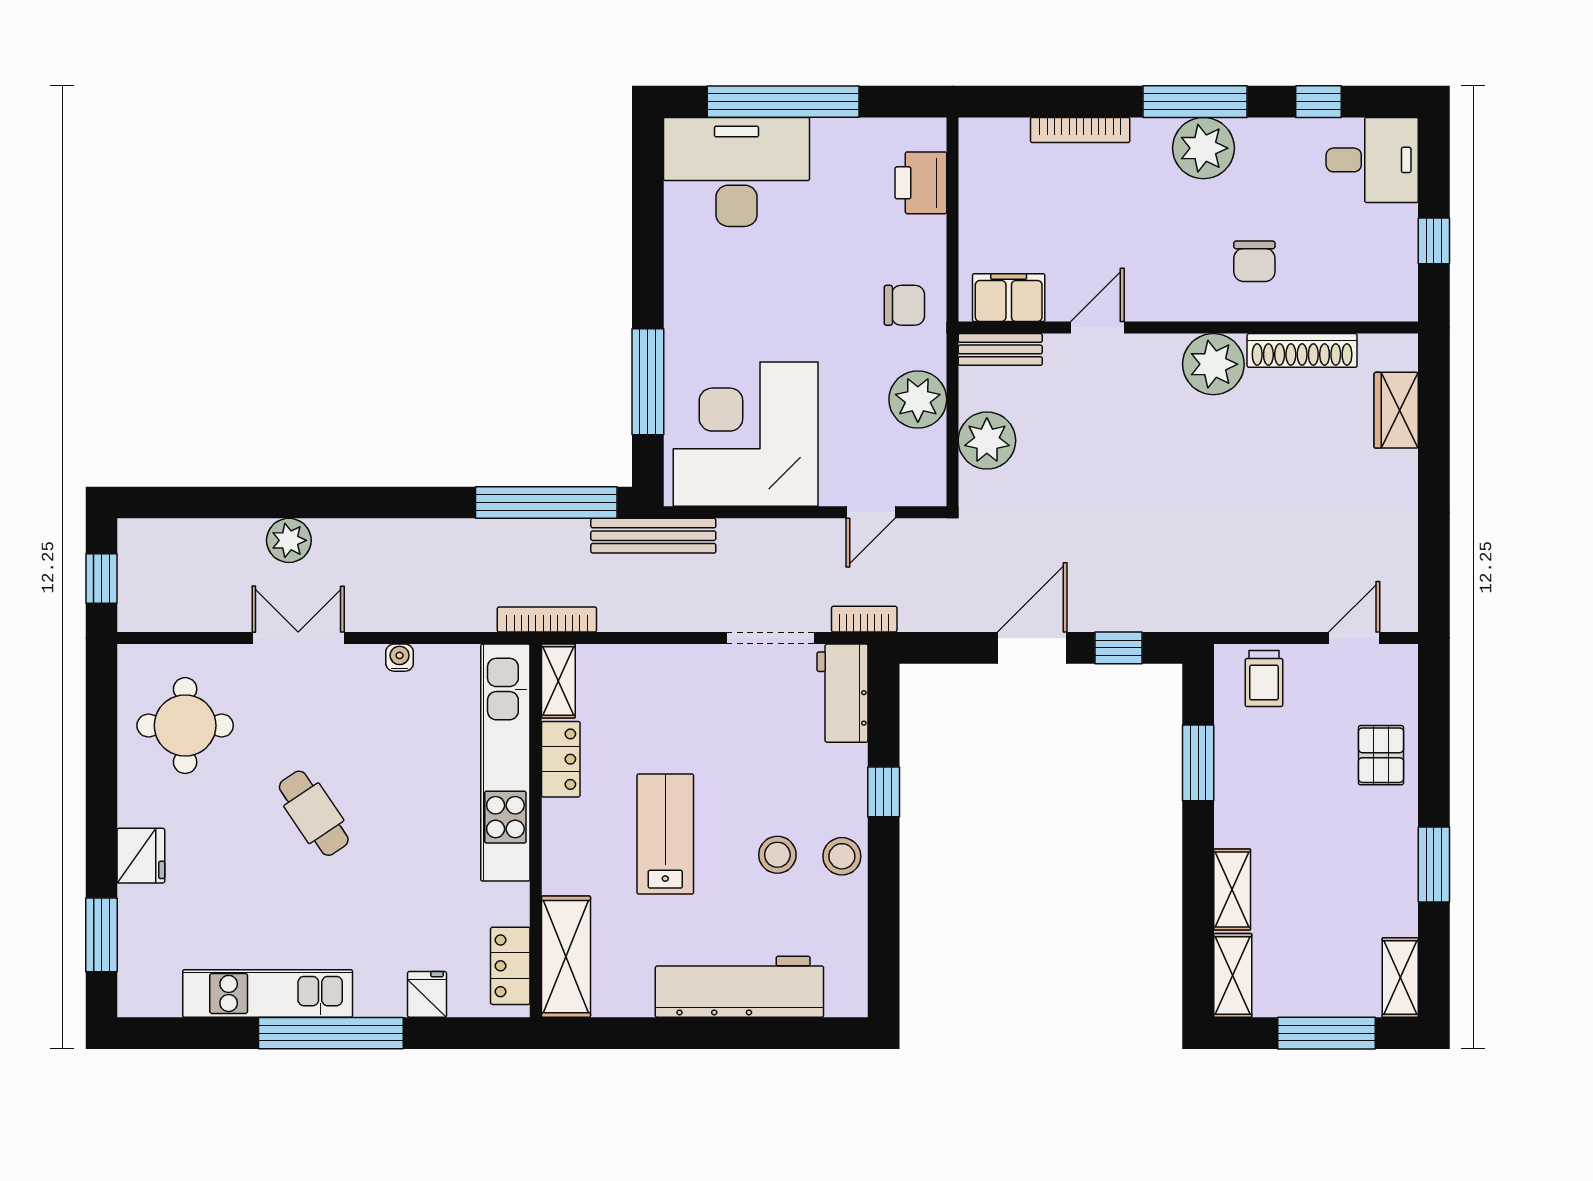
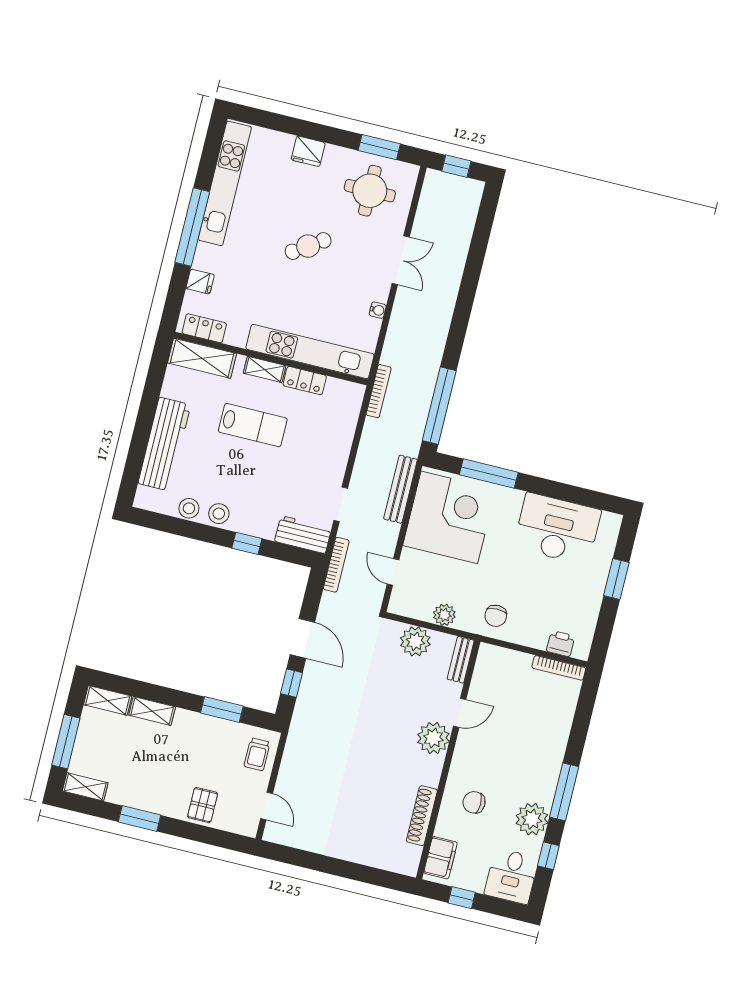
window: (783, 102) -> (616, 579), width x0.47
bookcase: (1080, 130) -> (559, 668), moved, turned -90
plant: (1203, 148) -> (532, 819), moved
desk: (736, 172) -> (557, 529), moved, turned -90
printer: (921, 183) -> (561, 644), width x0.73, depth x0.81
filing cabinet: (1009, 298) -> (440, 858), moved
door: (1097, 328) -> (460, 713), hinge flipped
plant: (1213, 364) -> (433, 738), moved
plant: (918, 399) -> (444, 615), width x0.73, depth x0.73
wardrobe: (1396, 410) -> (379, 857), removed
bench: (653, 536) -> (401, 489), moved
plant: (289, 540) -> (452, 268), removed
bookcase: (864, 619) -> (336, 565), width x1.56
doorway: (770, 638) -> (341, 504), width x0.73
trolley: (1264, 679) -> (257, 754), turned -90
shelving: (558, 681) -> (265, 369), moved
pallet: (1381, 755) -> (203, 805), turned 90
stool: (777, 855) -> (189, 508), moved
window: (101, 935) -> (379, 147), moved
kitchen unit: (268, 993) -> (225, 183), width x1.36

